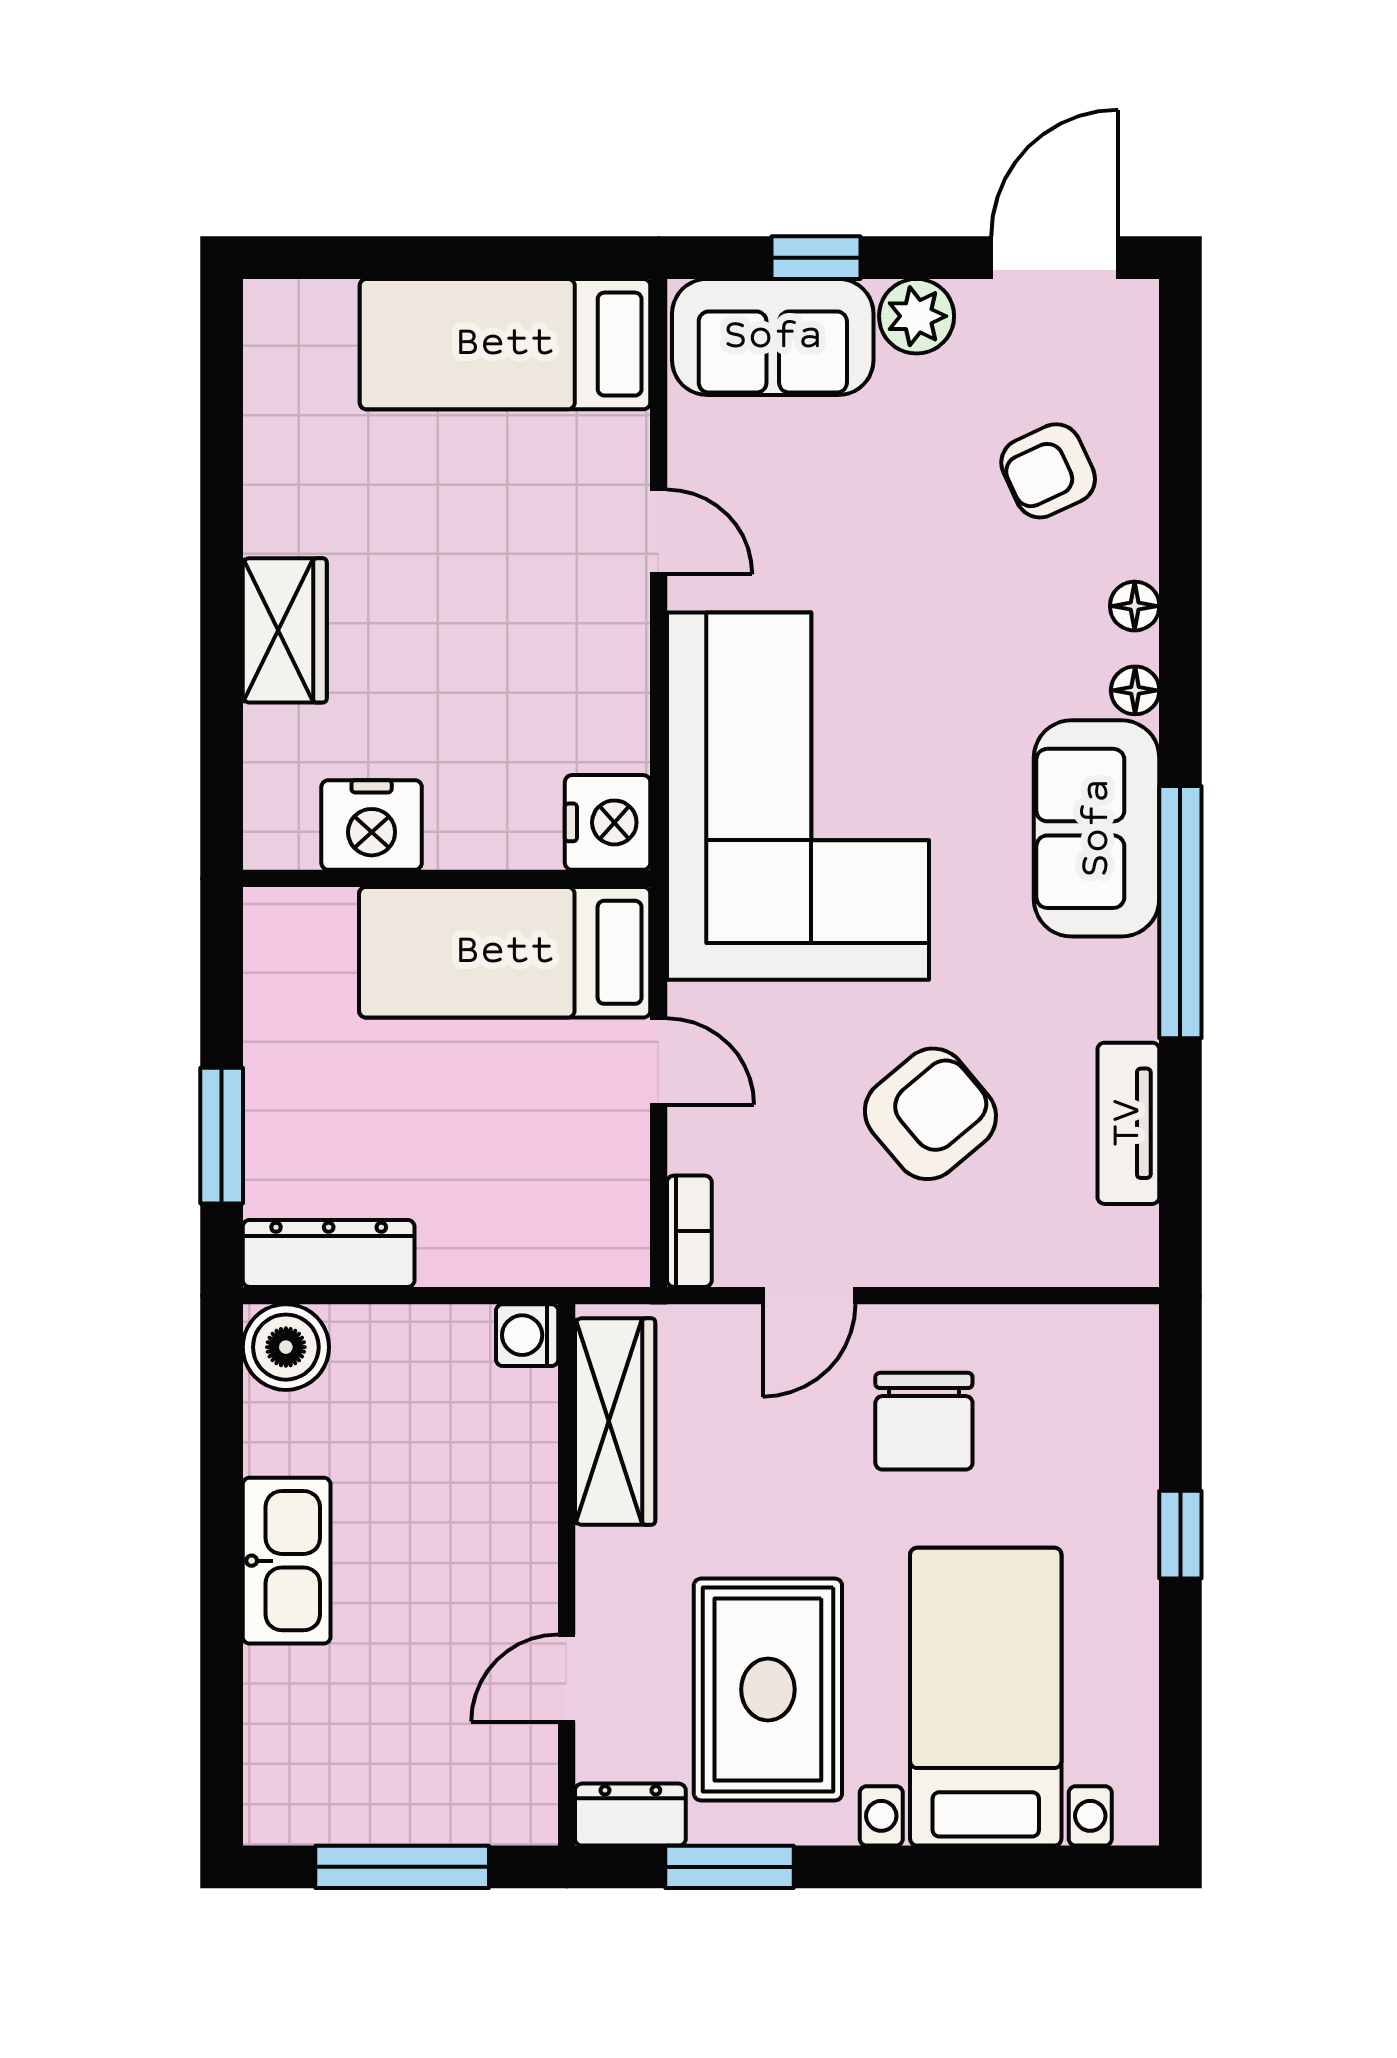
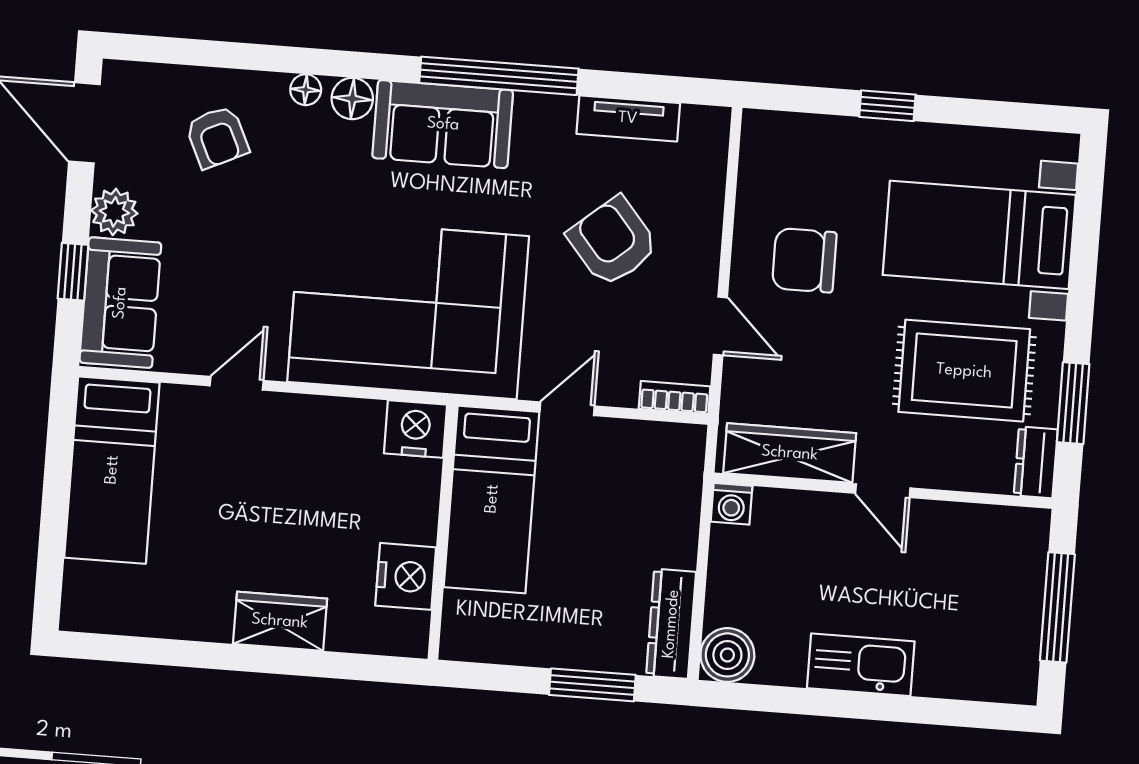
floor lamp: (1135, 690) -> (352, 99), width x1.37, depth x1.37
chair: (924, 1421) -> (804, 260), turned 180
door: (567, 1678) -> (883, 491), moved

